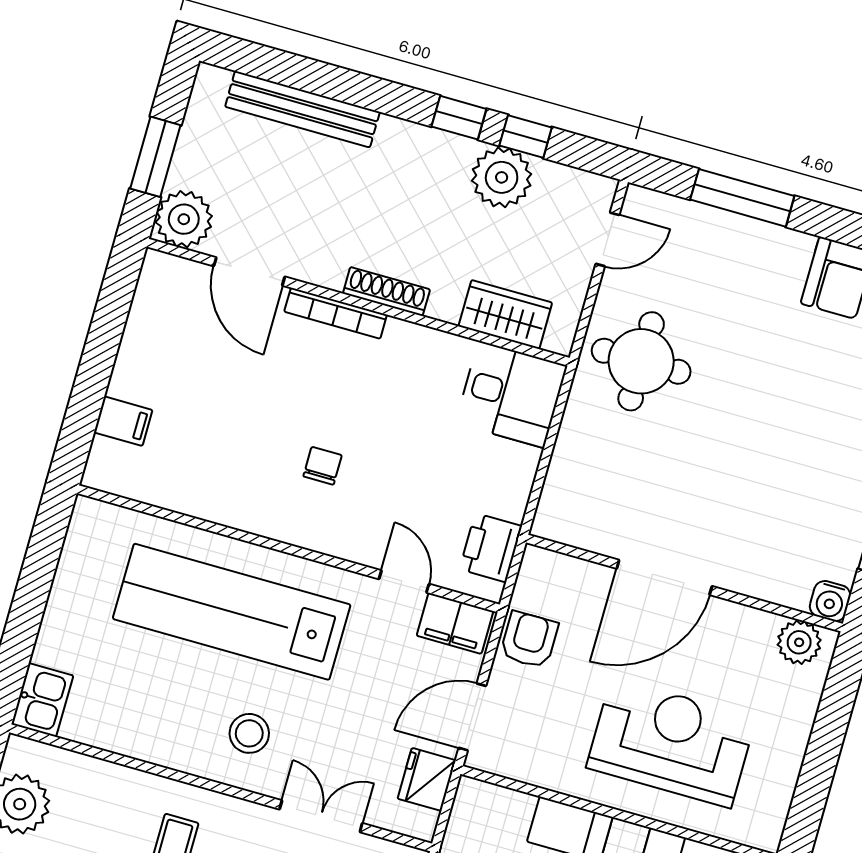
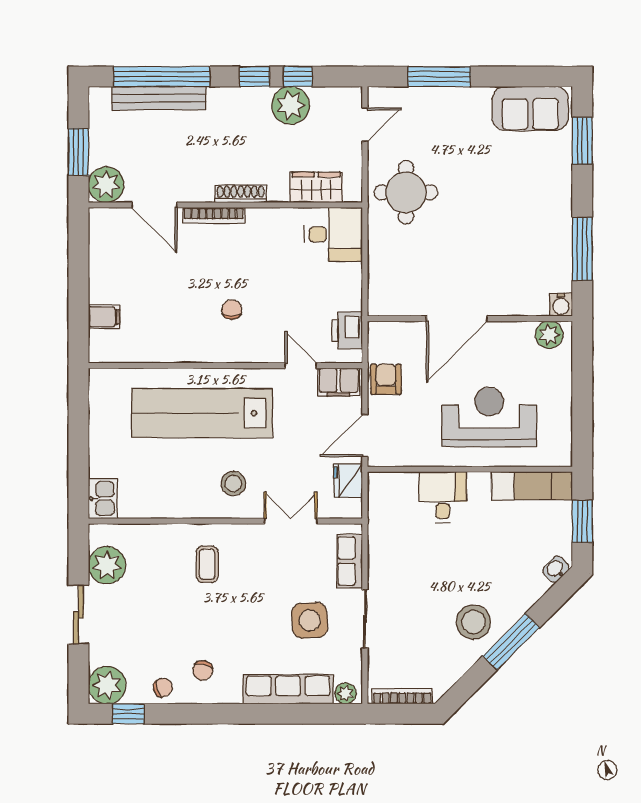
window: (316, 77) -> (162, 77), added

